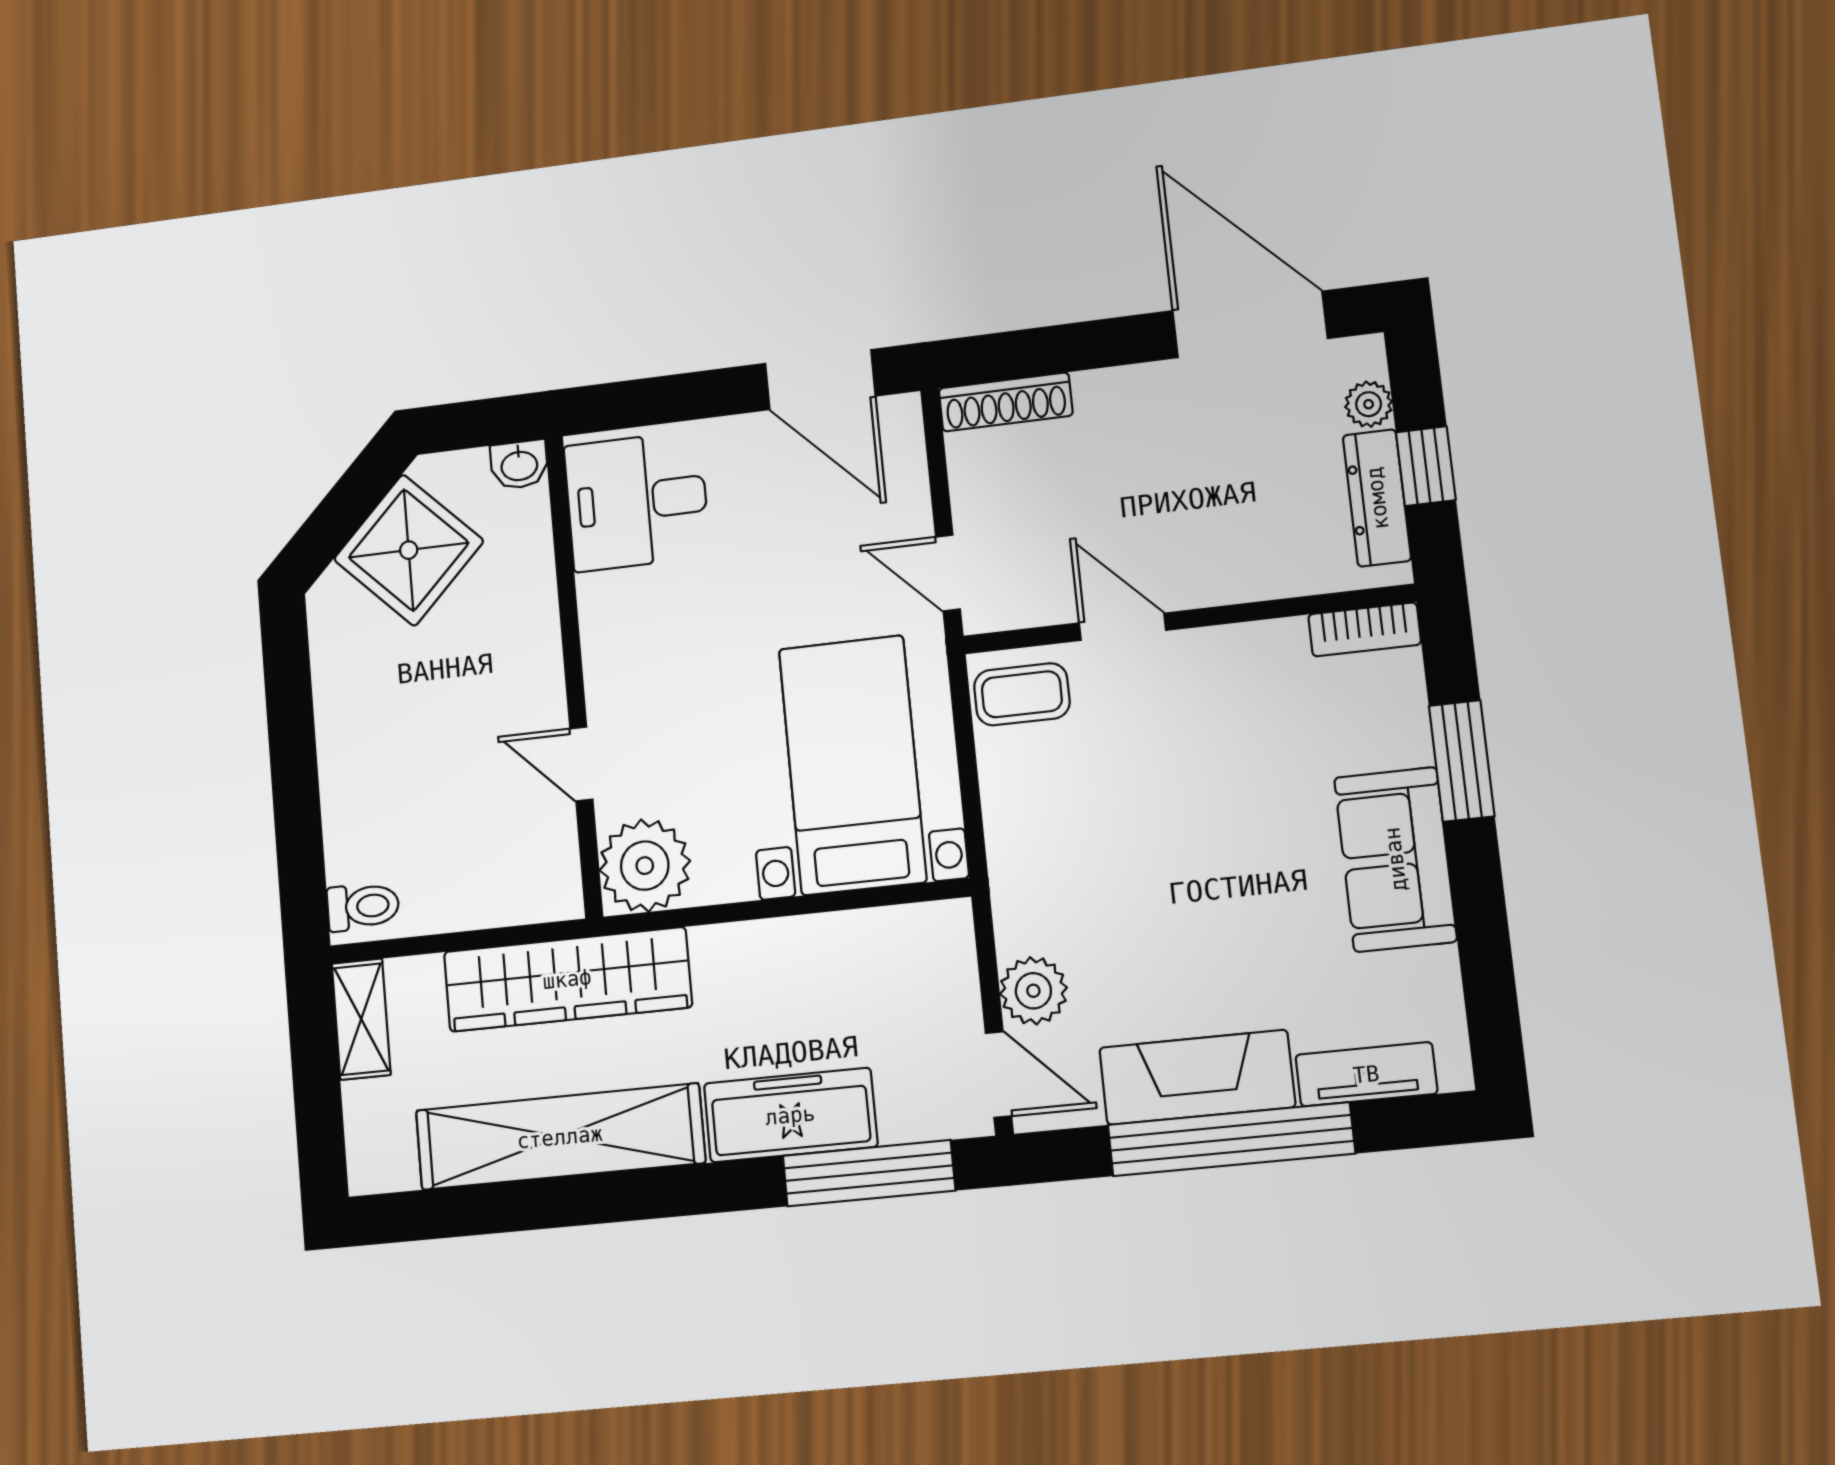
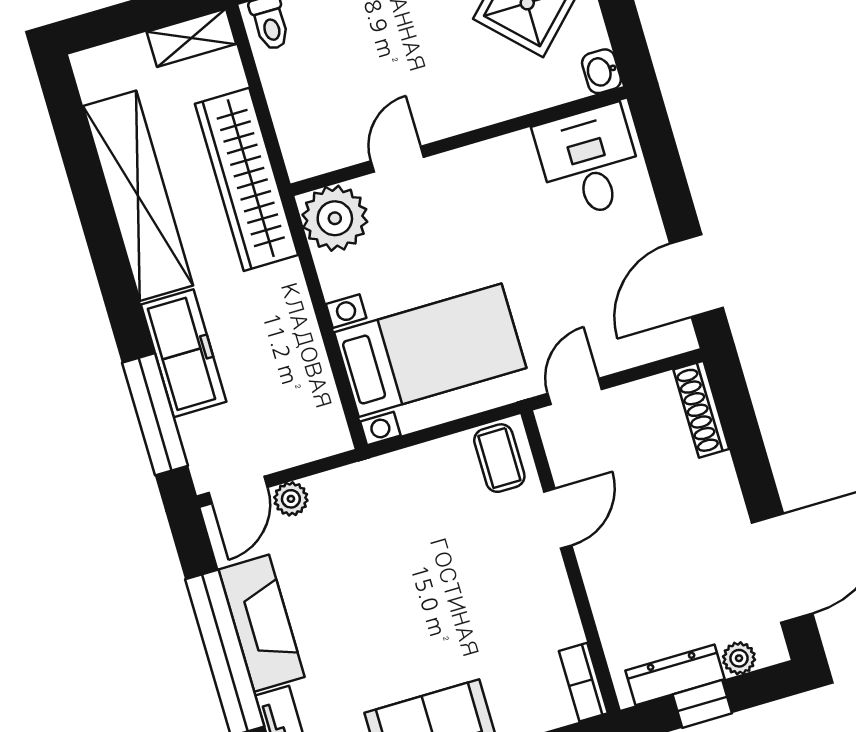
plant: (1033, 991) -> (291, 499), width x0.73, depth x0.73

